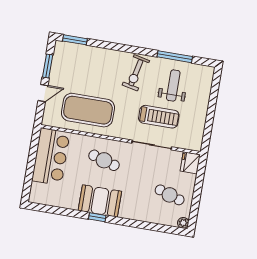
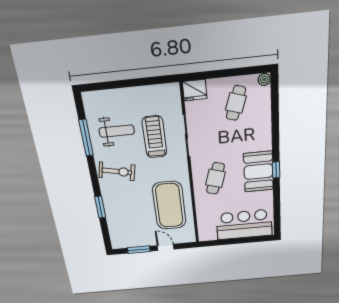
window: (75, 40) -> (100, 207), moved
weight bench: (173, 85) -> (117, 131), turned 180
bar counter: (51, 157) -> (244, 225), moved

